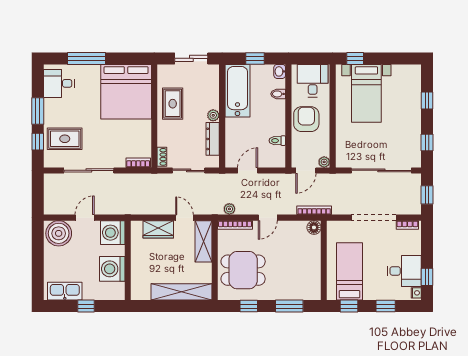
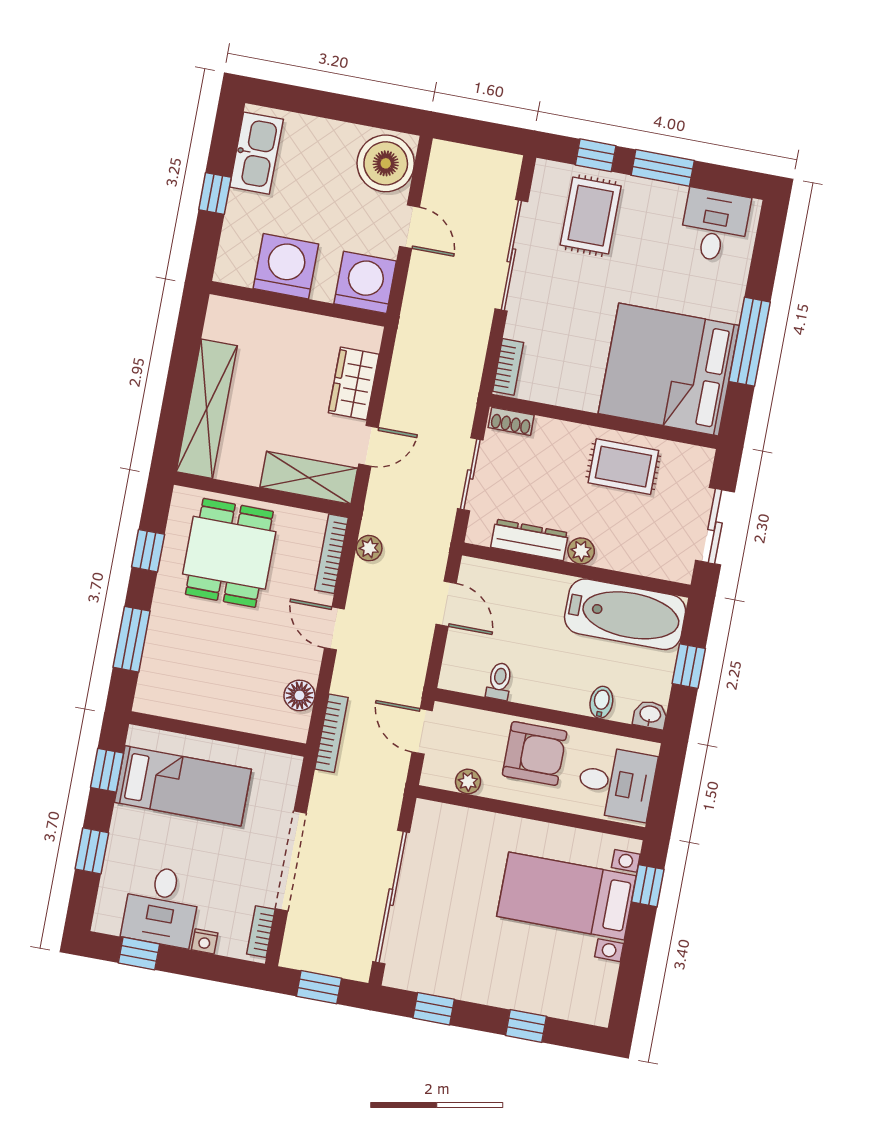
window: (87, 58) -> (750, 342), moved
plant: (324, 162) -> (468, 782), moved
floor lamp: (314, 227) -> (299, 695), moved
nightstand: (416, 293) -> (205, 941), moved

